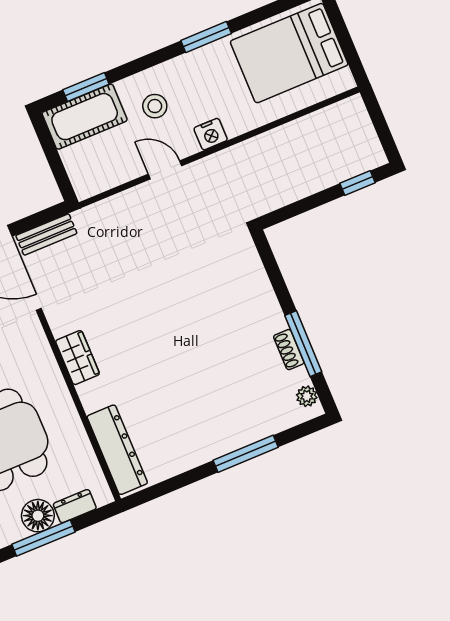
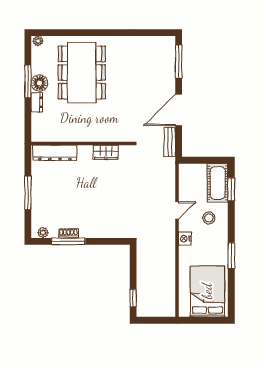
wardrobe: (77, 358) -> (106, 152), moved
wall: (80, 407) -> (82, 144), moved
dresser: (117, 450) -> (55, 153), moved

